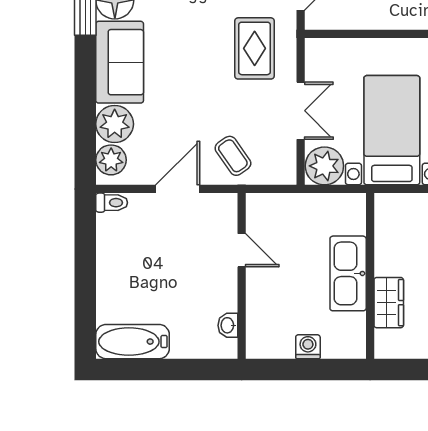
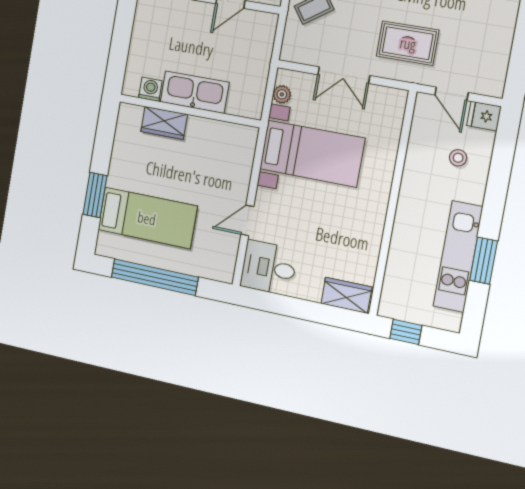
plant: (324, 166) -> (282, 94), width x0.53, depth x0.53
washing machine: (308, 347) -> (150, 89), moved, turned -90

